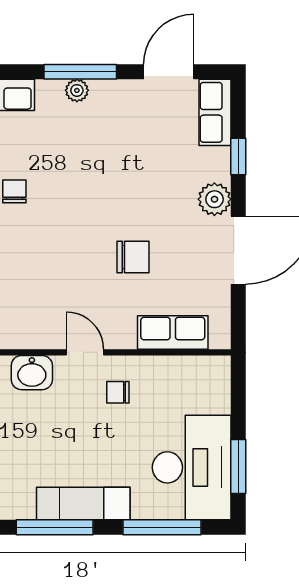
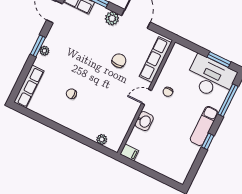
window: (80, 72) -> (38, 46), width x0.69
row of seats: (173, 333) -> (155, 59), width x1.48
window: (55, 527) -> (208, 141), width x0.46

